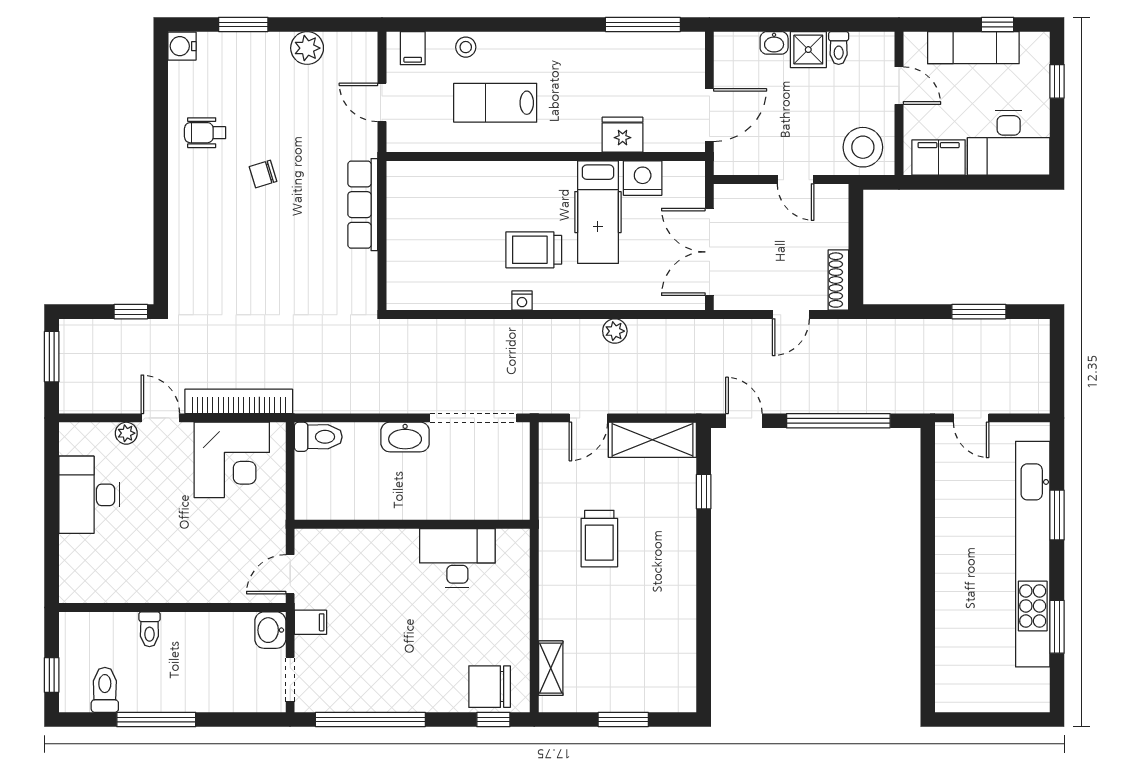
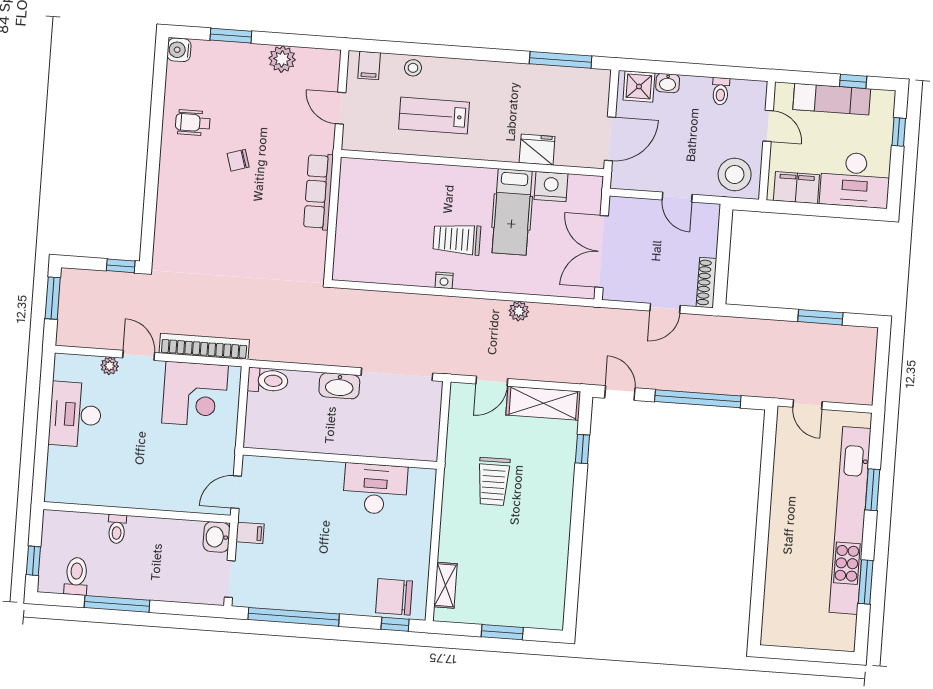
shower: (808, 50) -> (639, 86), moved

